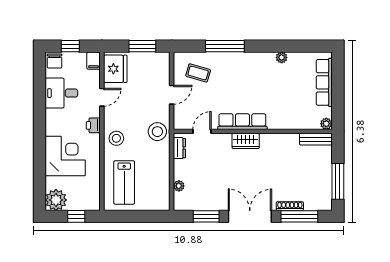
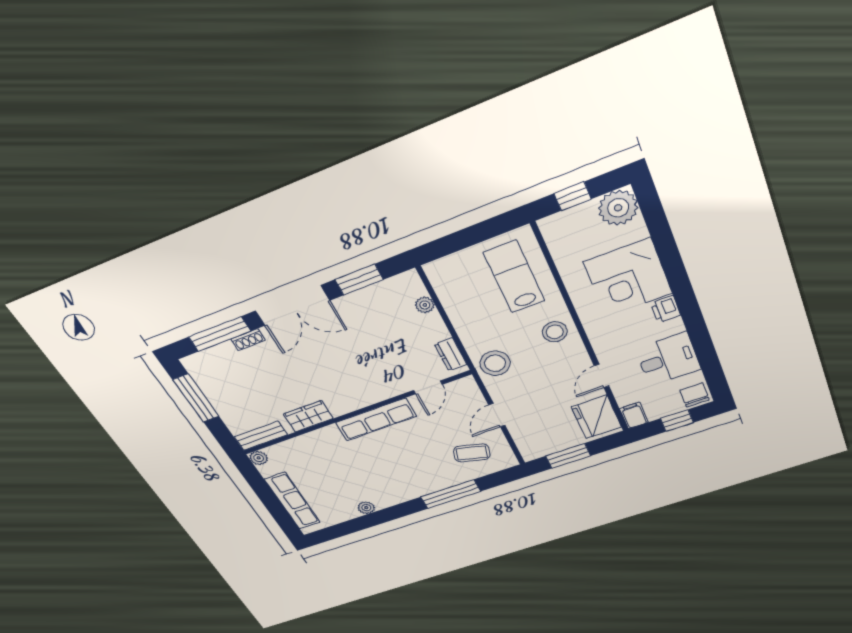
printer: (93, 125) -> (666, 309), moved, turned 180
wardrobe: (246, 141) -> (308, 416), moved
shoe rack: (290, 206) -> (248, 340), width x0.70

